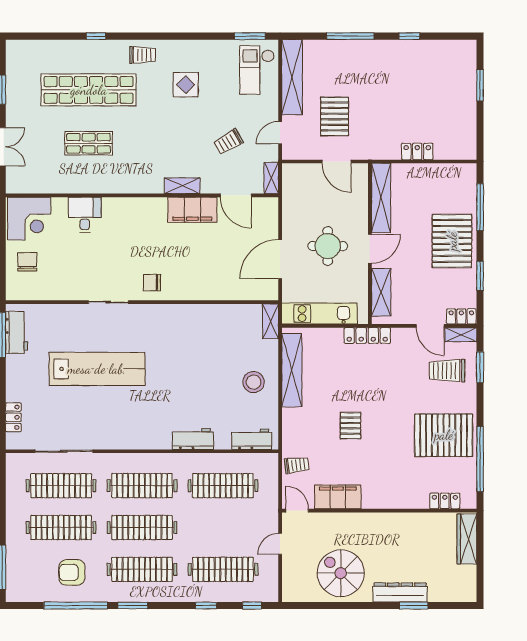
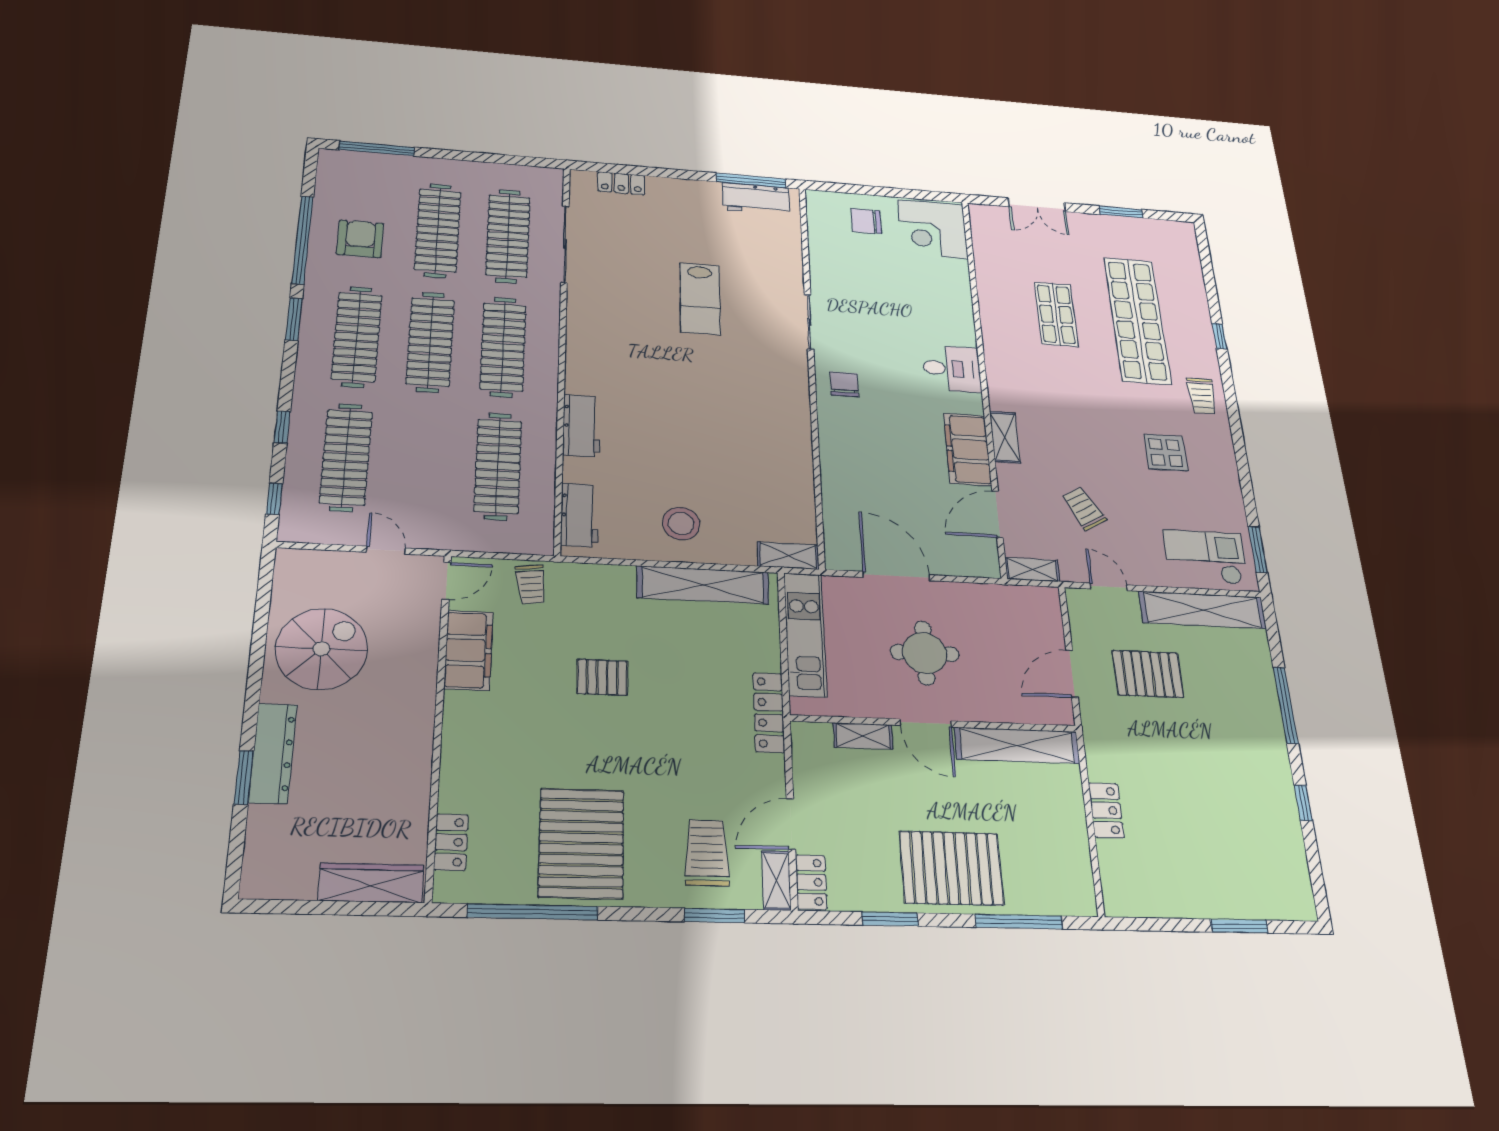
desk: (85, 215) -> (952, 369), moved
chair: (27, 262) -> (866, 221), turned 180
shelving: (381, 292) -> (863, 736), width x0.67, depth x0.75
lab bench: (97, 369) -> (700, 299), width x0.54, depth x0.72

